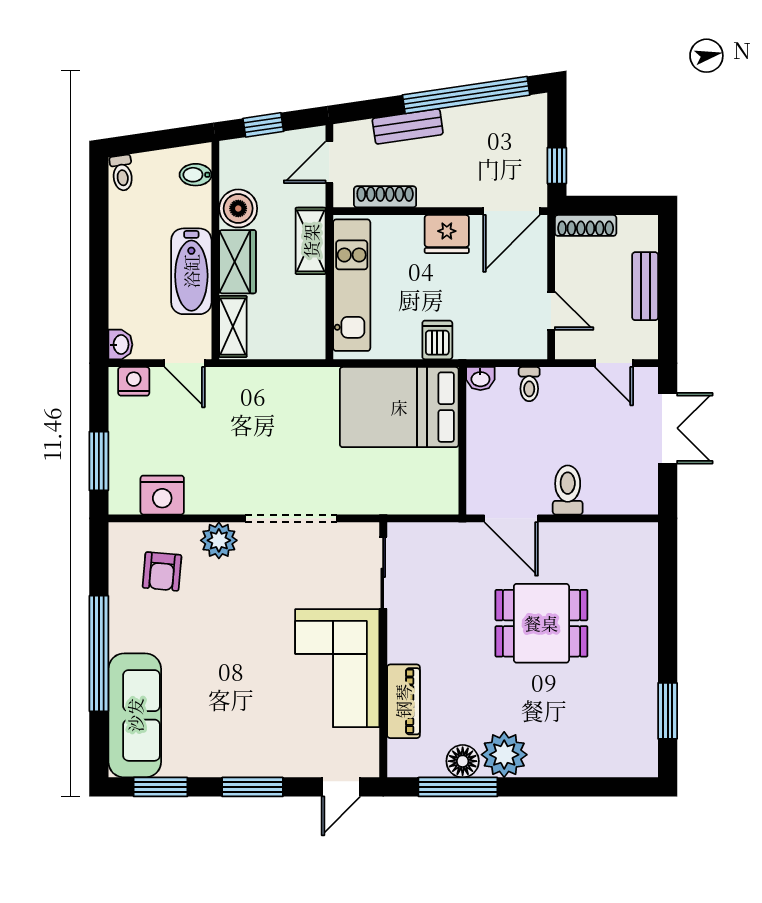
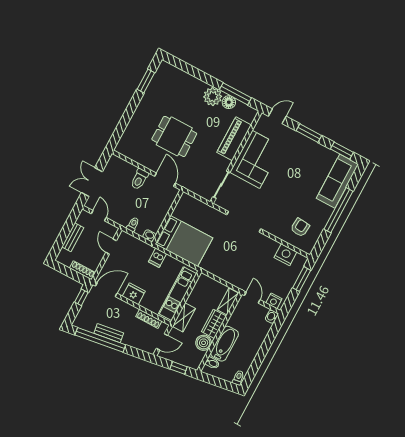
bench: (408, 126) -> (109, 333), moved
bathtub: (191, 271) -> (225, 344), moved
plant: (219, 540) -> (274, 228), removed
piano: (403, 701) -> (234, 139), width x1.37, depth x1.33

